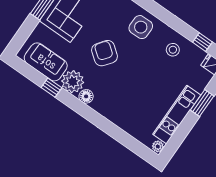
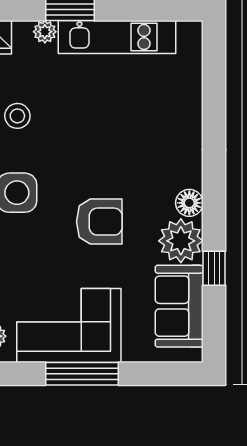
armchair: (105, 53) -> (99, 222), turned -127
plant: (158, 146) -> (45, 32), moved

